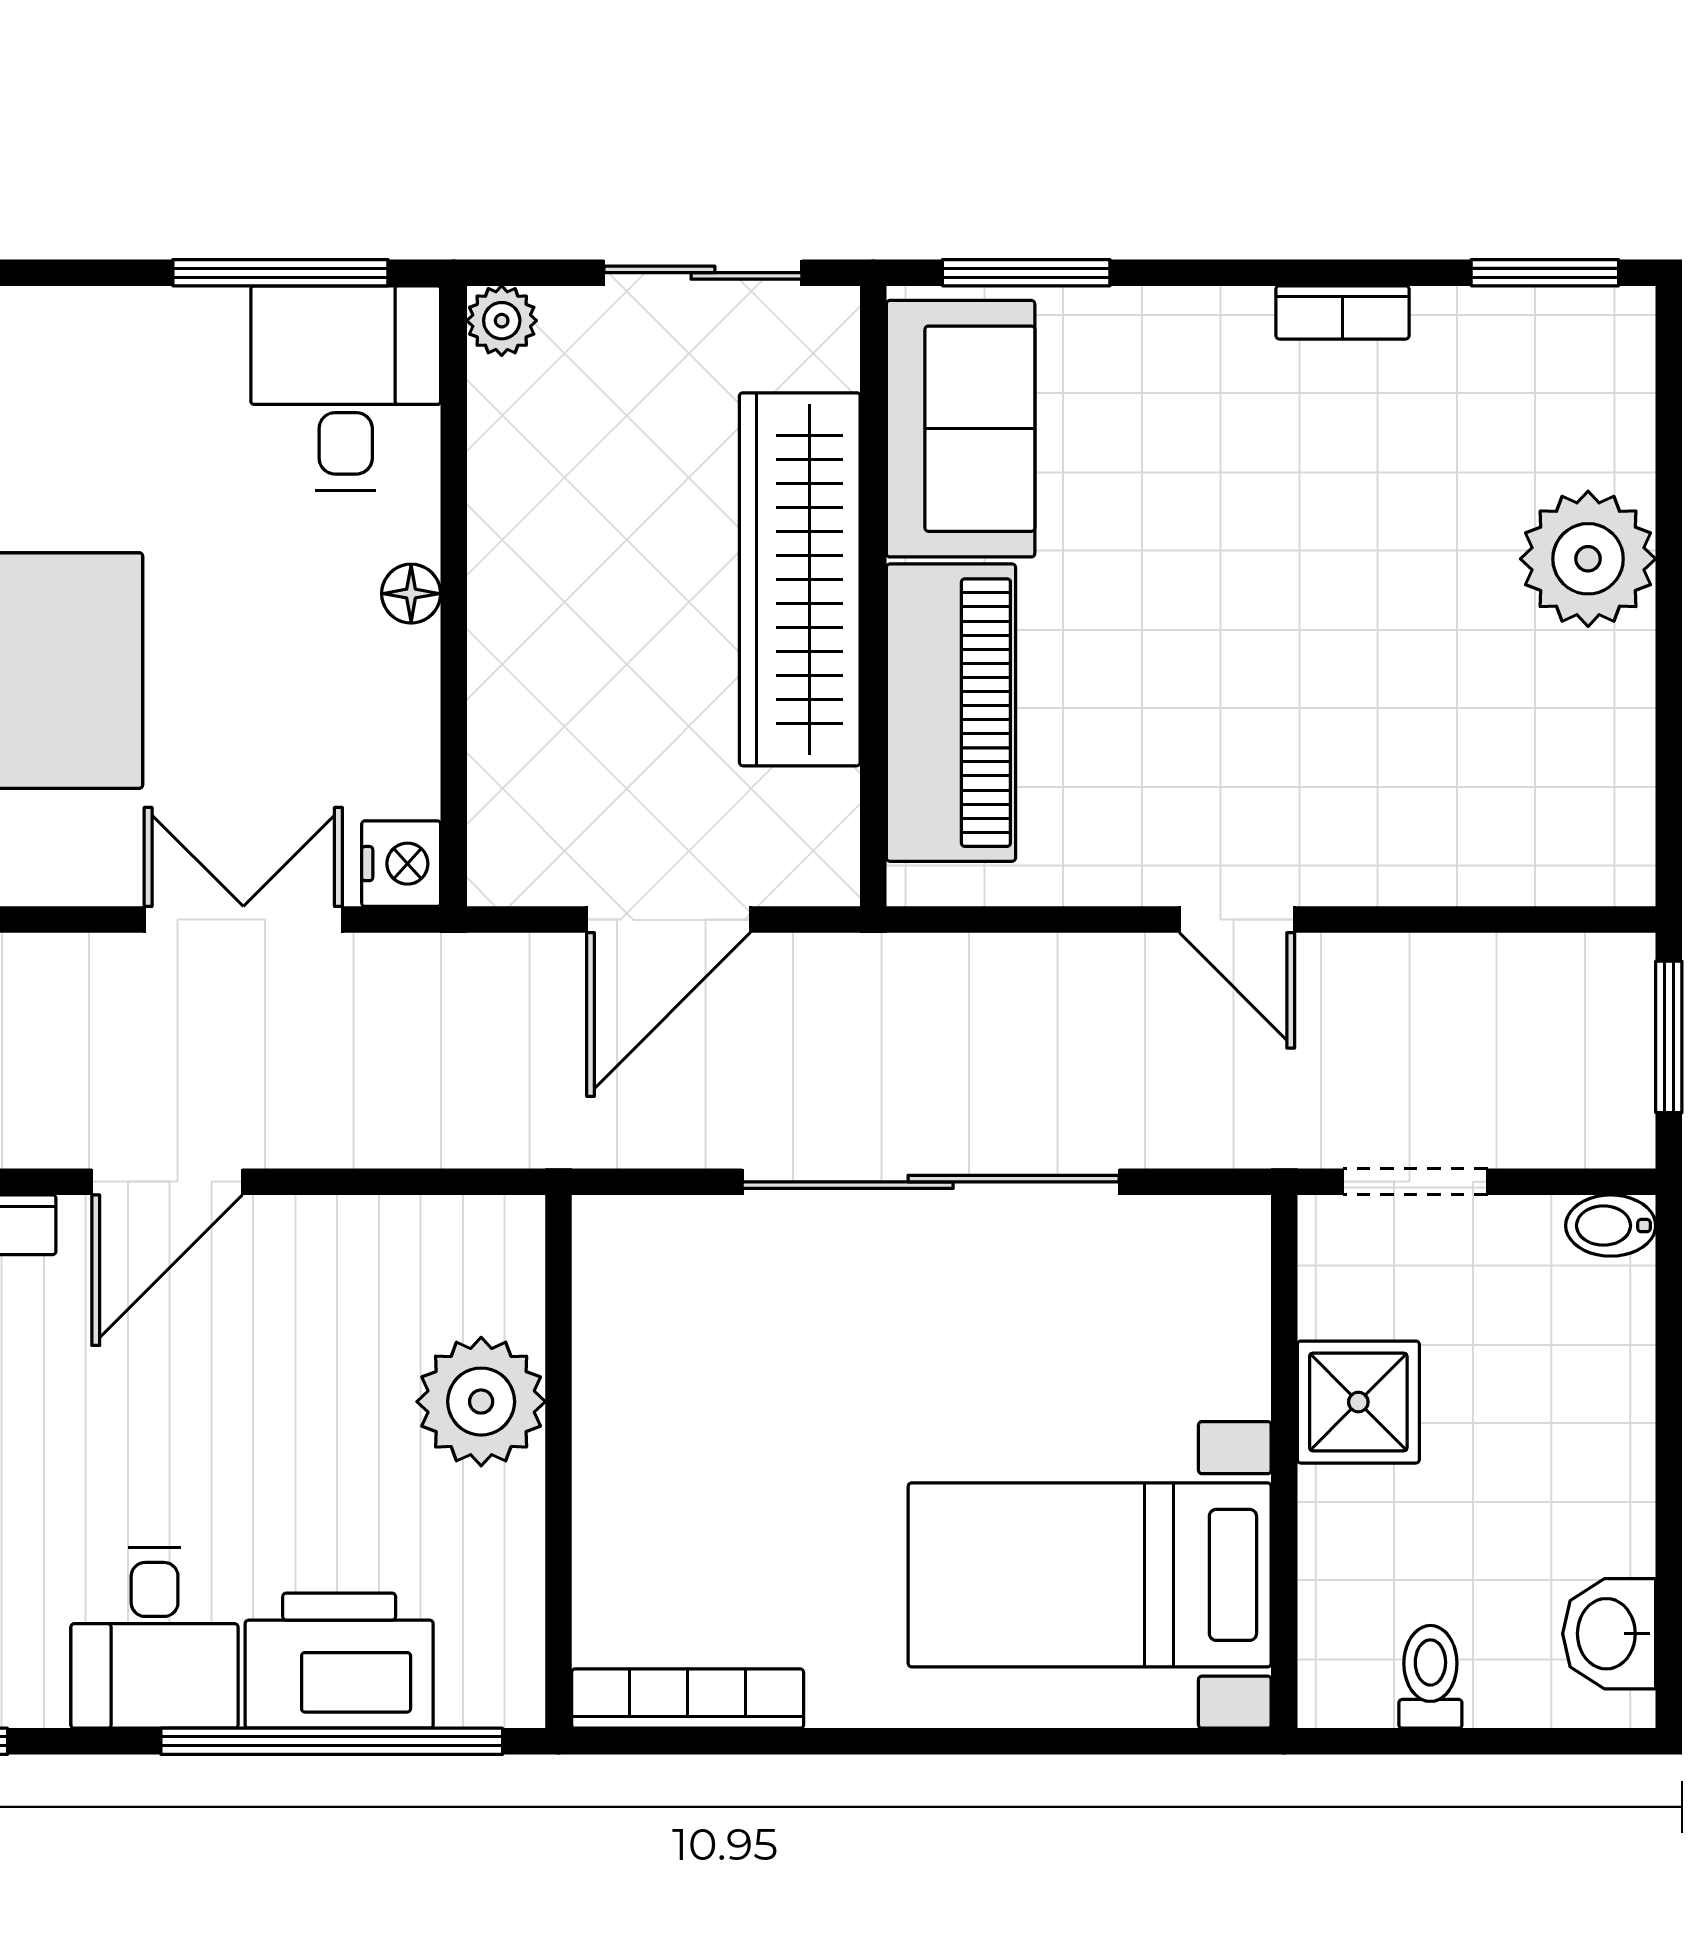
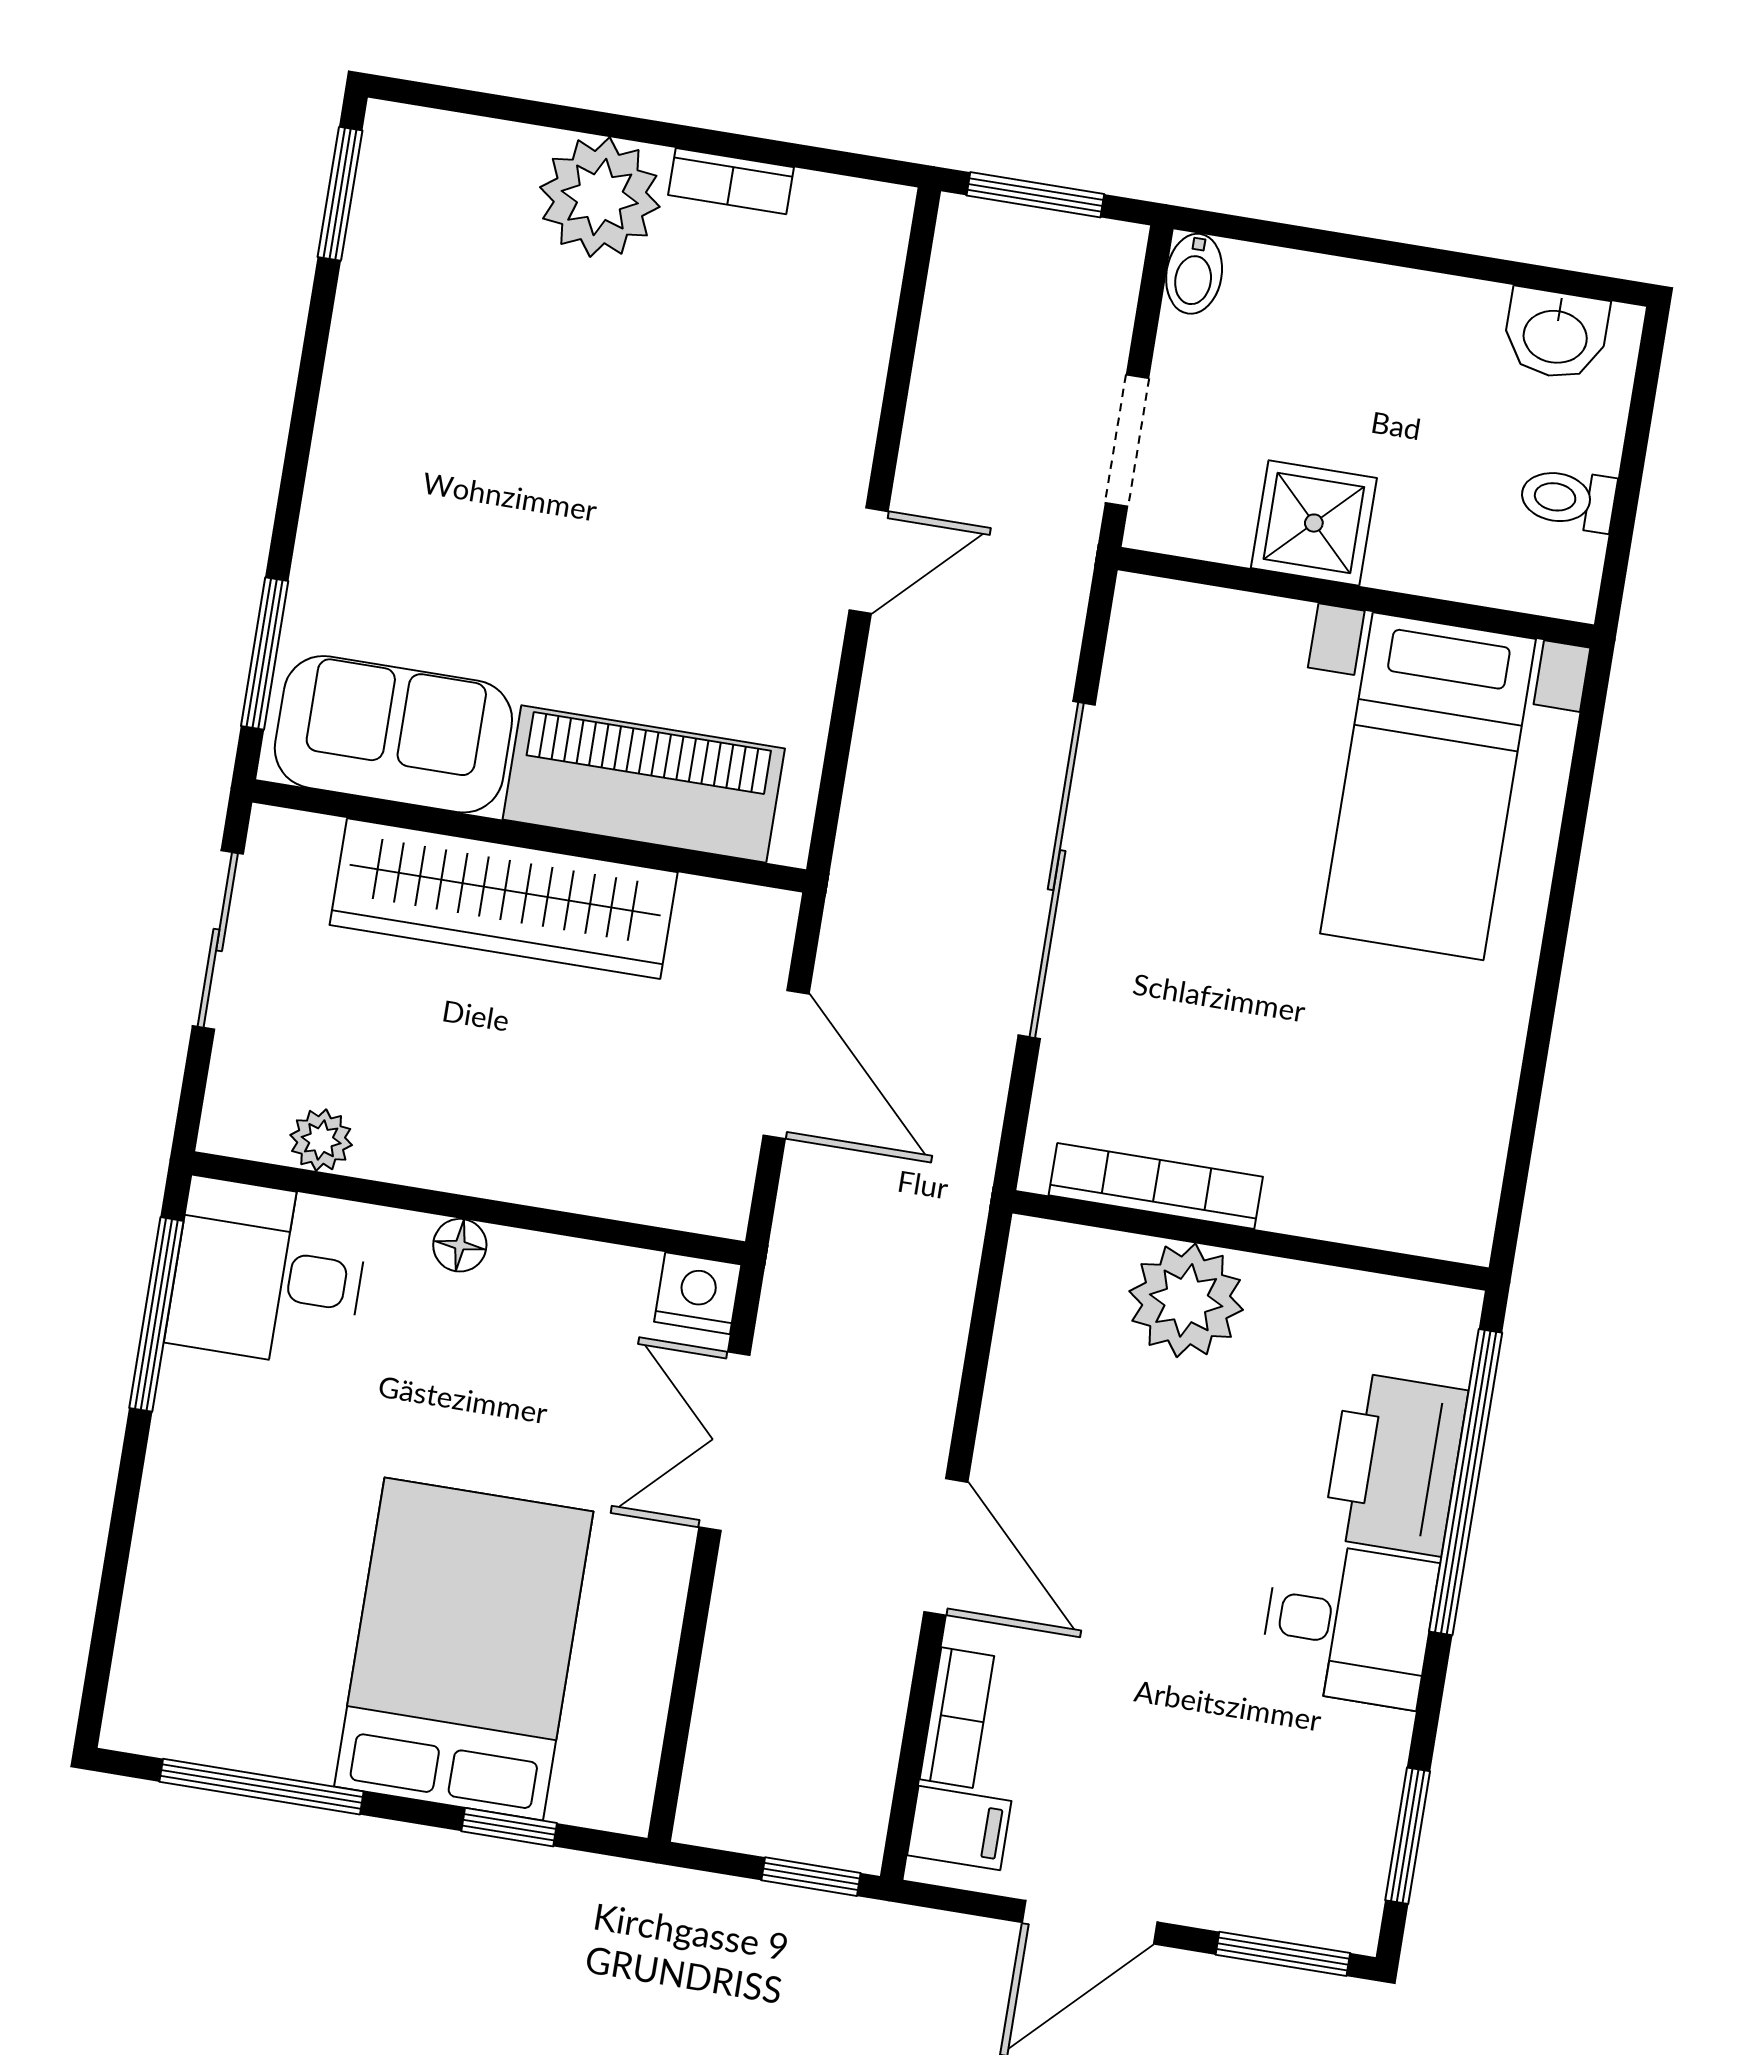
bookcase: (1343, 312) -> (731, 181), moved, turned 90
plant: (502, 321) -> (321, 1140), moved
bookcase: (688, 1699) -> (1156, 1186), moved, turned 90

